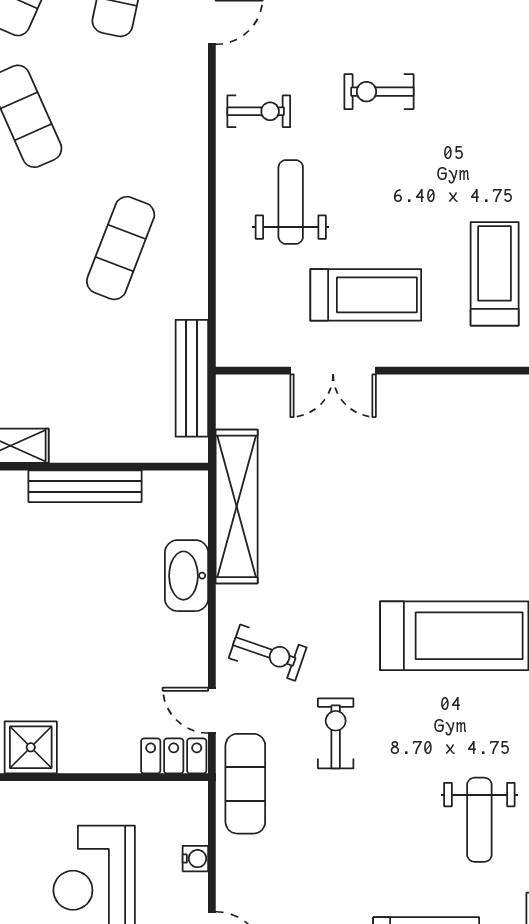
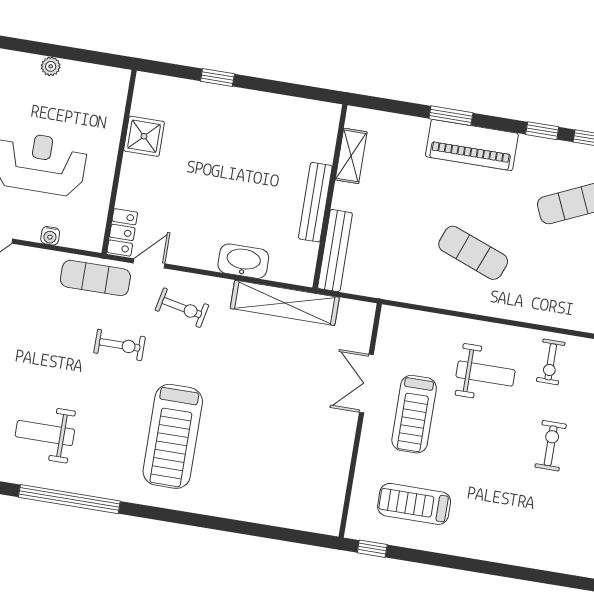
treadmill: (495, 274) -> (414, 504), turned 180
bench: (192, 378) -> (335, 251), moved, turned 90
exercise bike: (268, 653) -> (182, 308), turned -97

